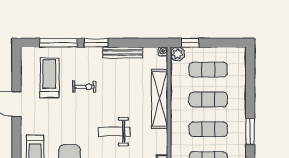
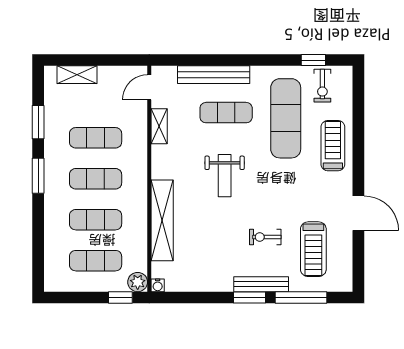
bench: (123, 52) -> (261, 284), moved
weight bench: (114, 132) -> (225, 176), turned 90

